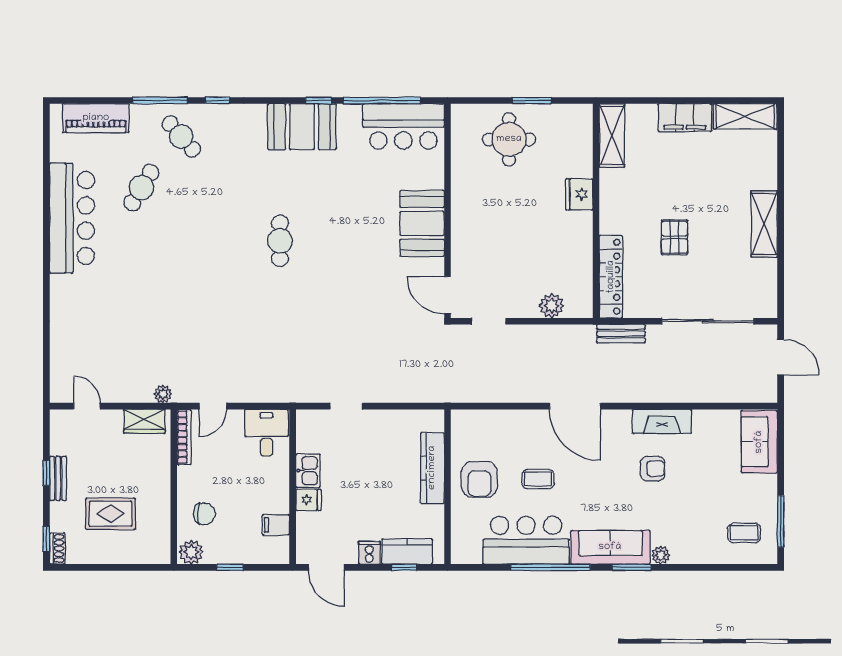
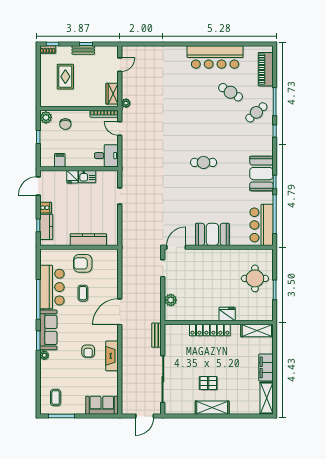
pallet: (674, 237) -> (208, 383), moved
locker: (611, 277) -> (210, 330), moved

